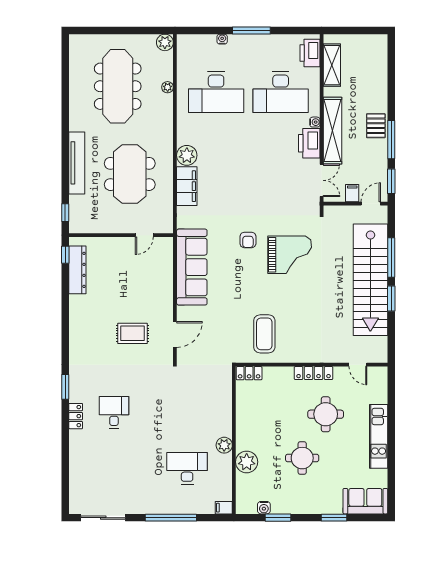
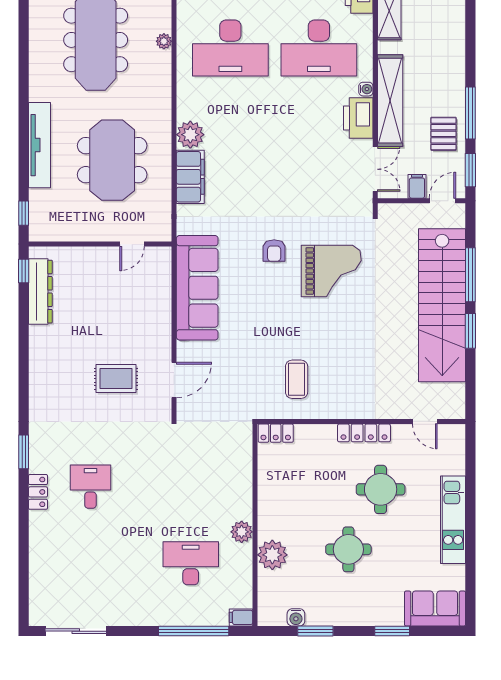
pallet: (376, 126) -> (444, 134), moved
coffee table: (264, 334) -> (297, 379), width x0.73, depth x0.76
window: (171, 518) -> (194, 631), moved

